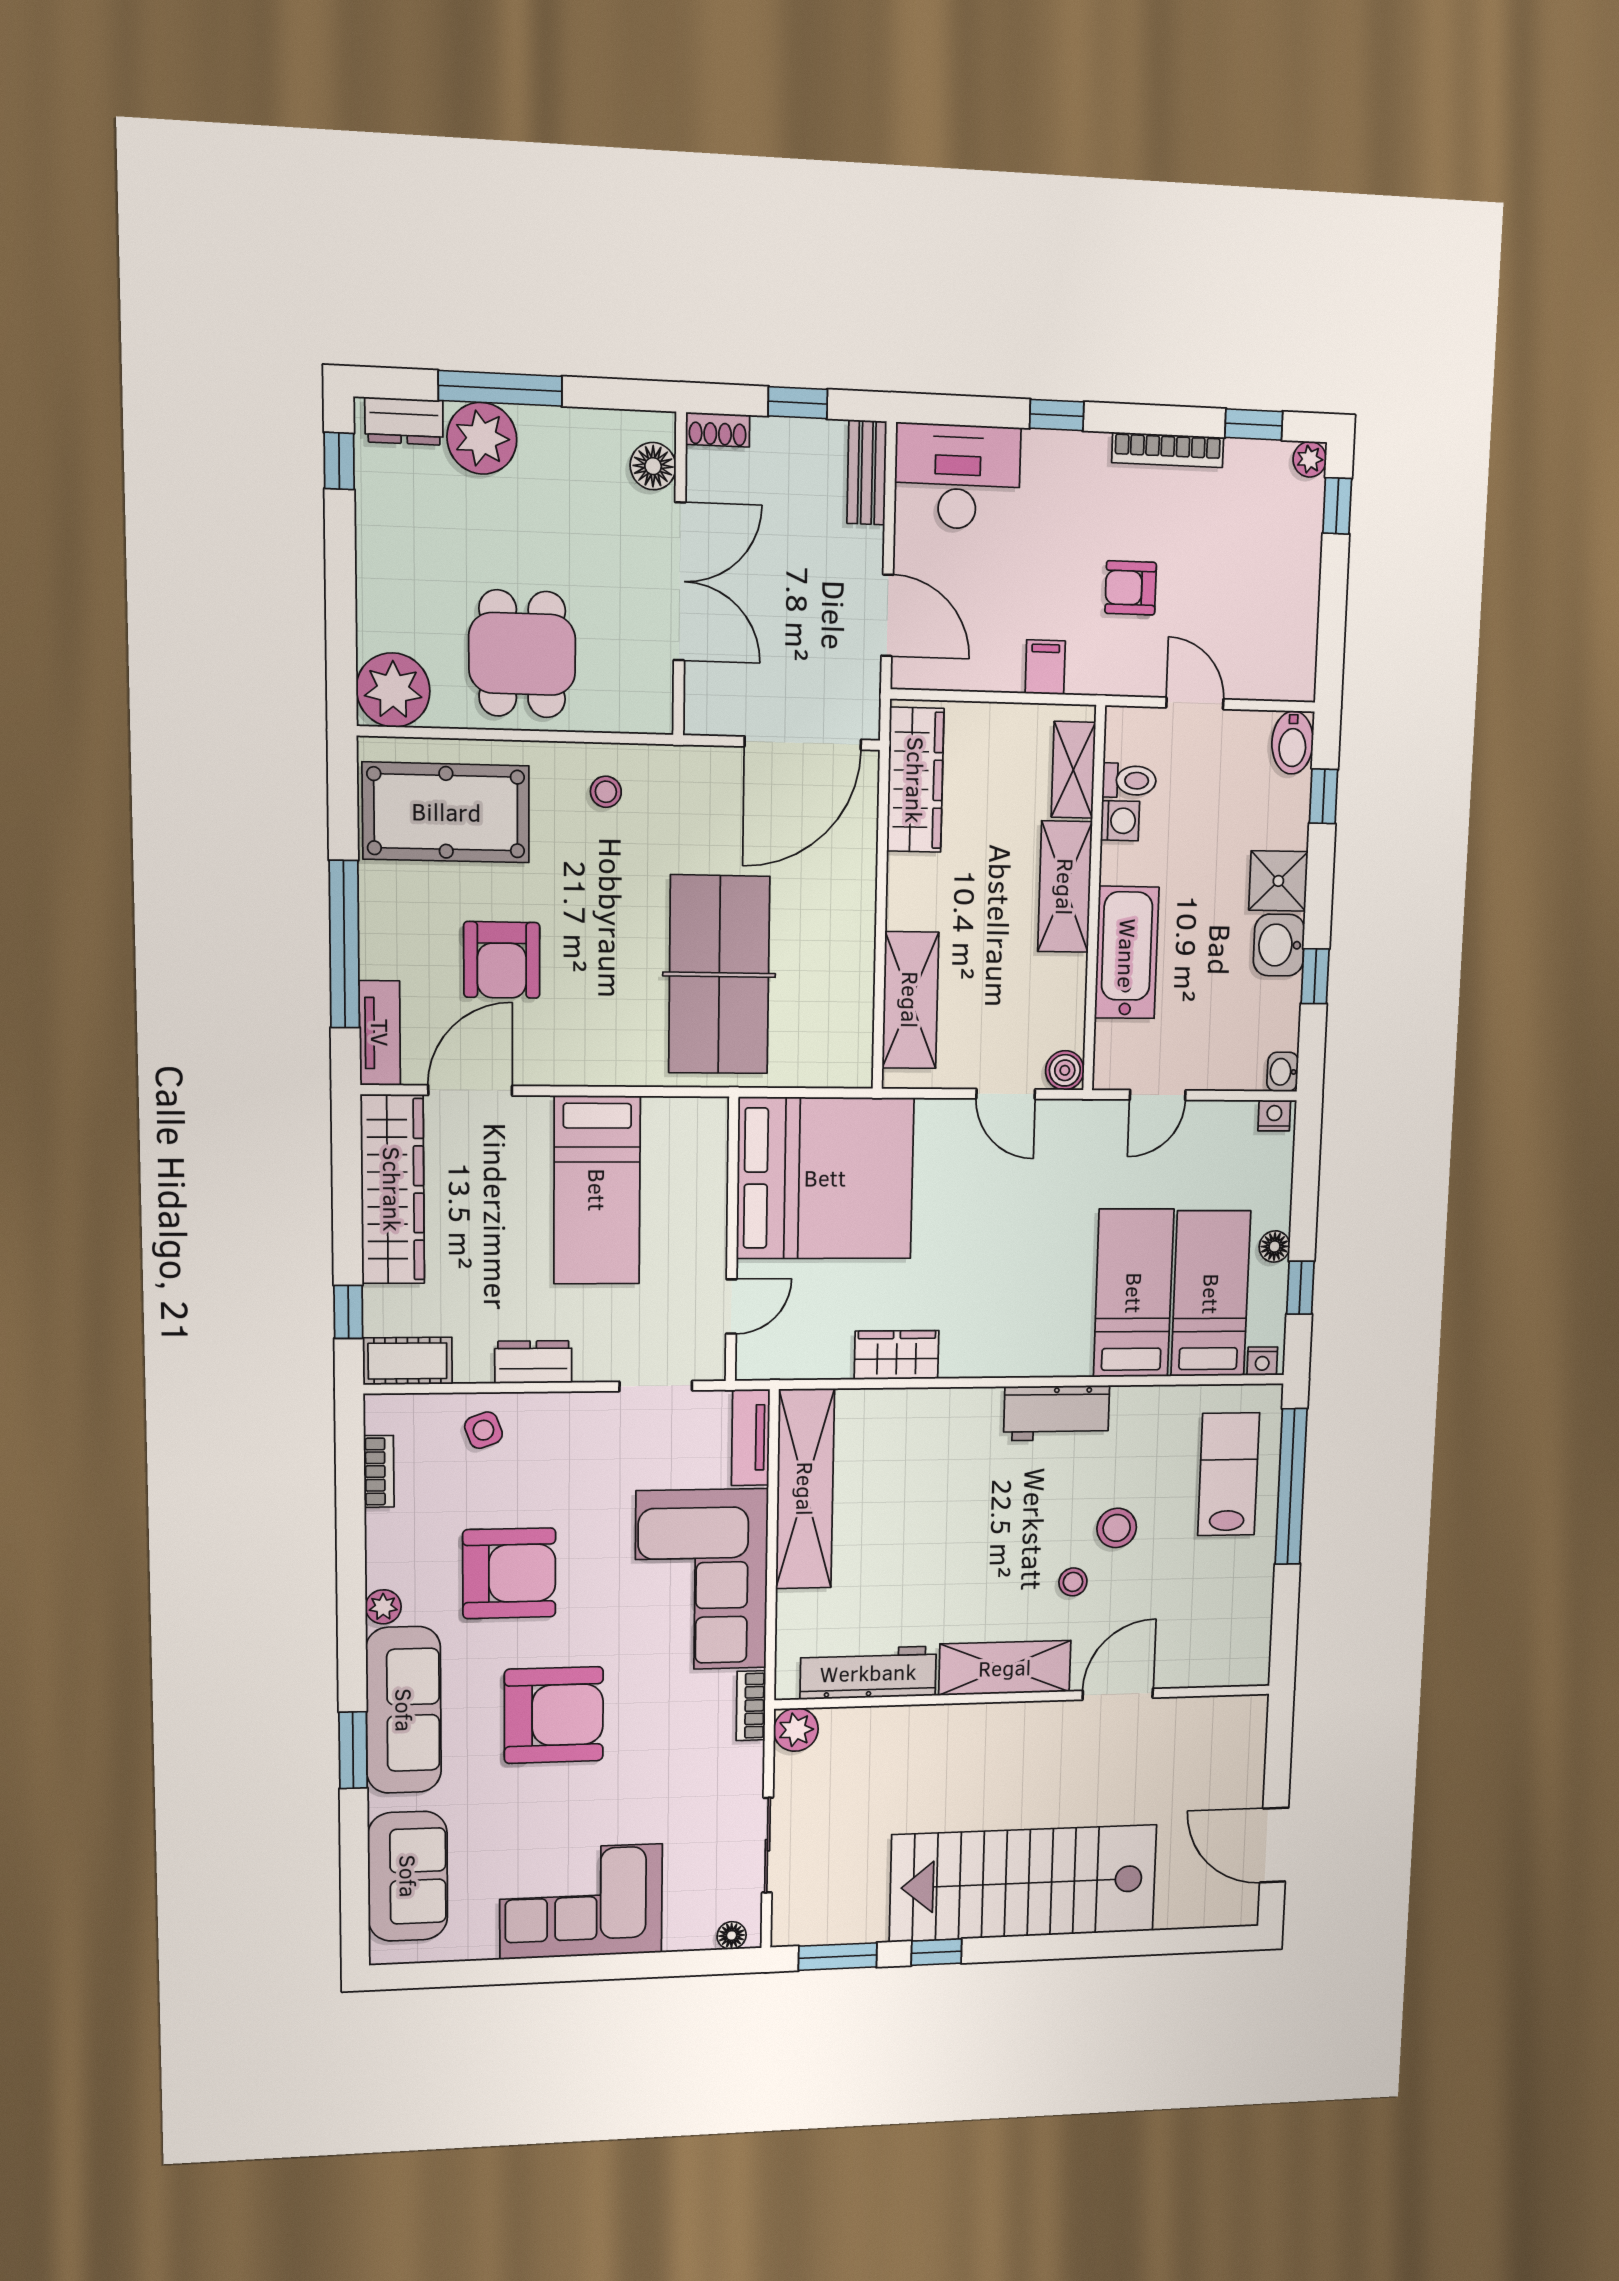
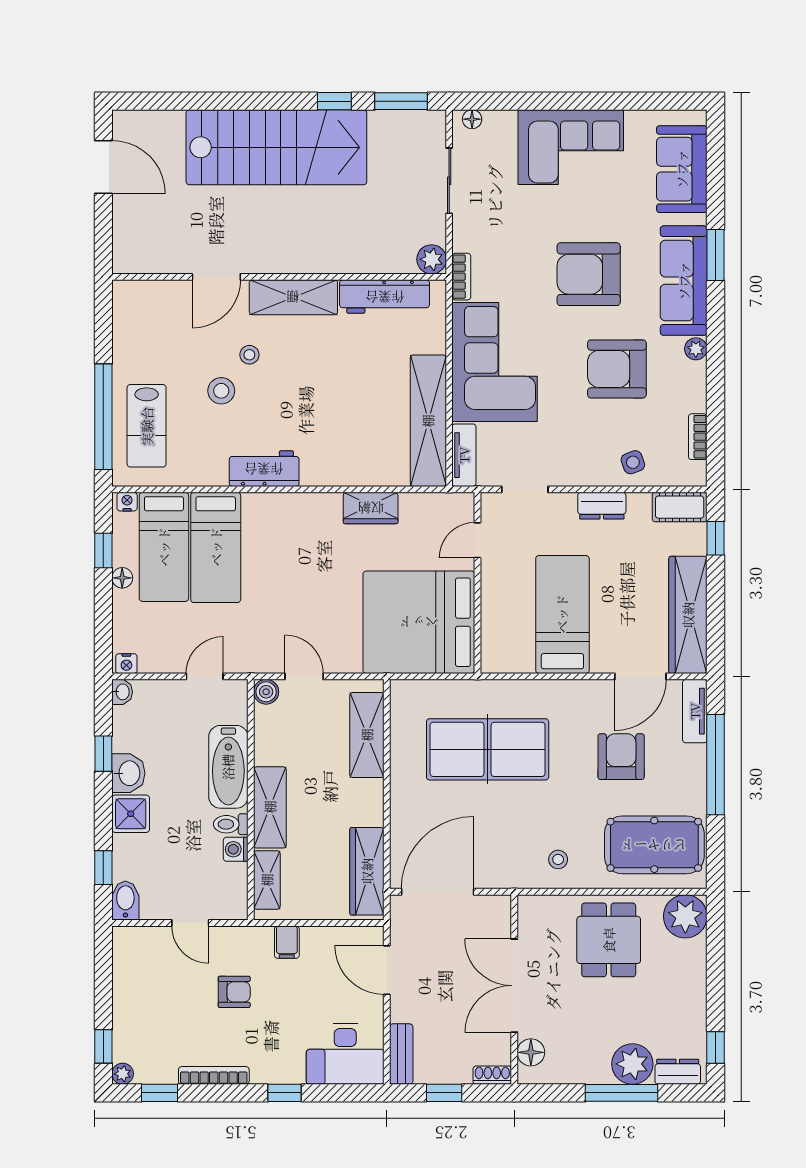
toilet: (1129, 780) -> (231, 824), moved
table tennis table: (719, 975) -> (488, 749), turned 90

